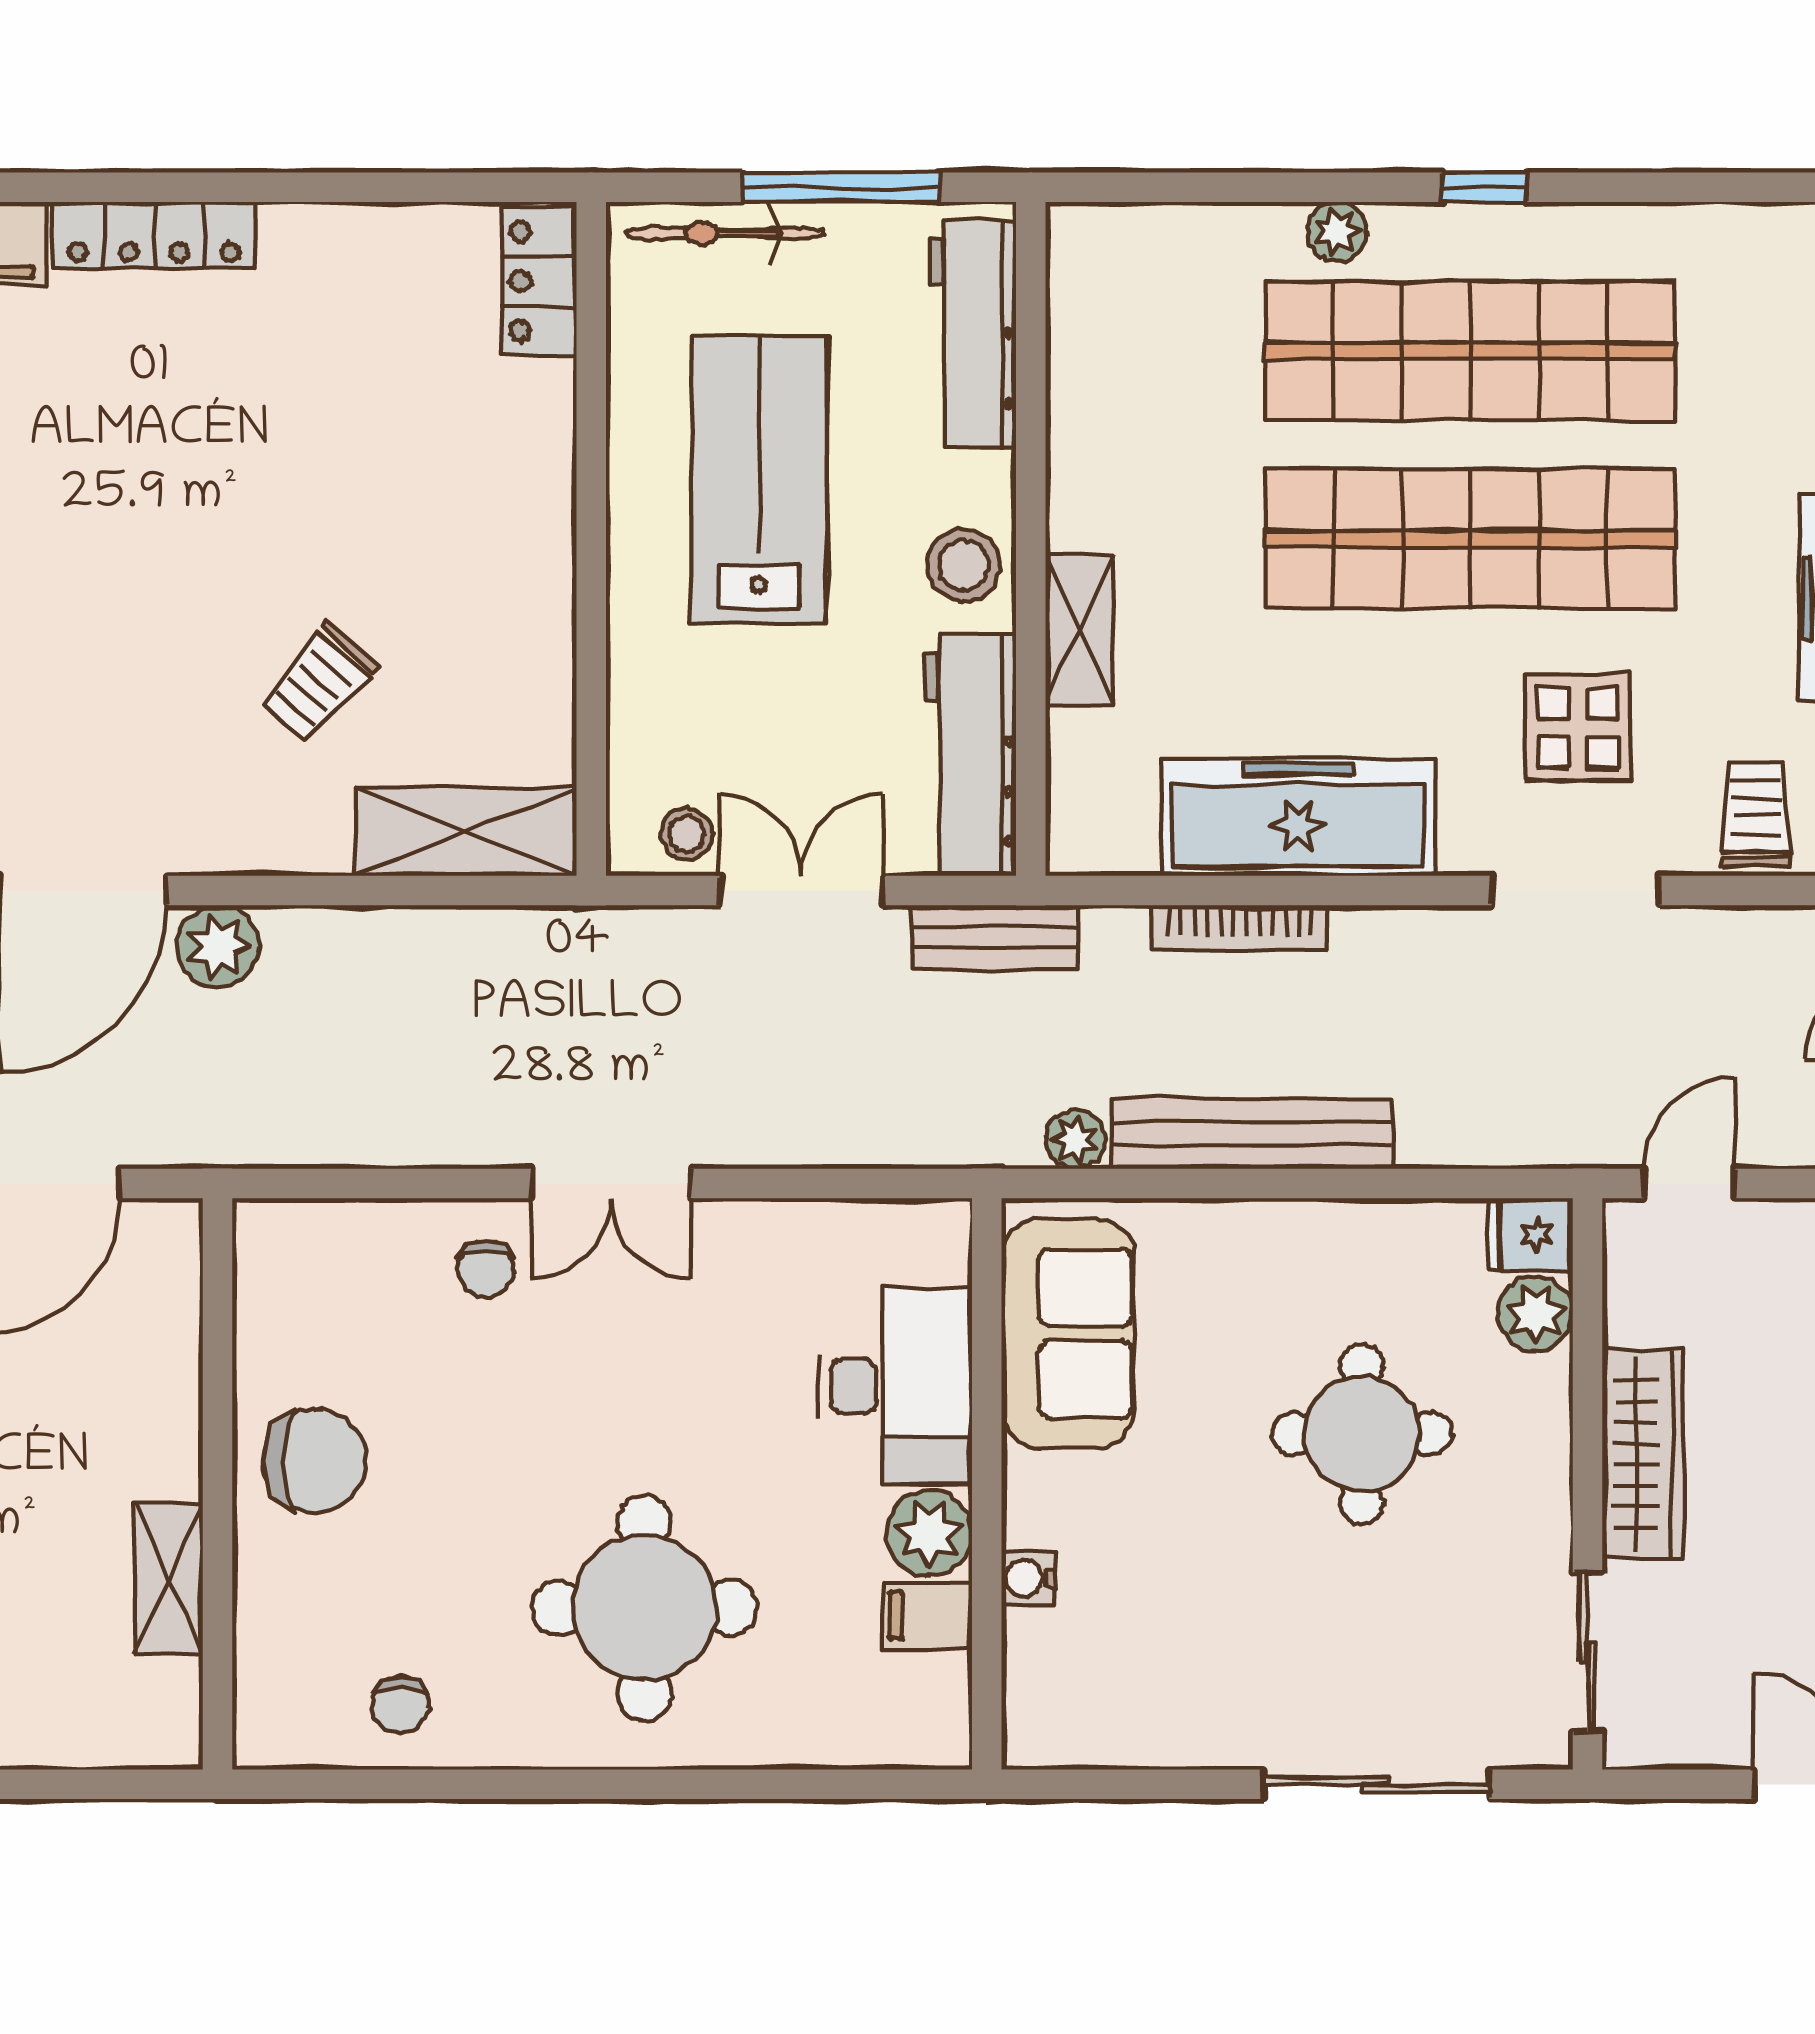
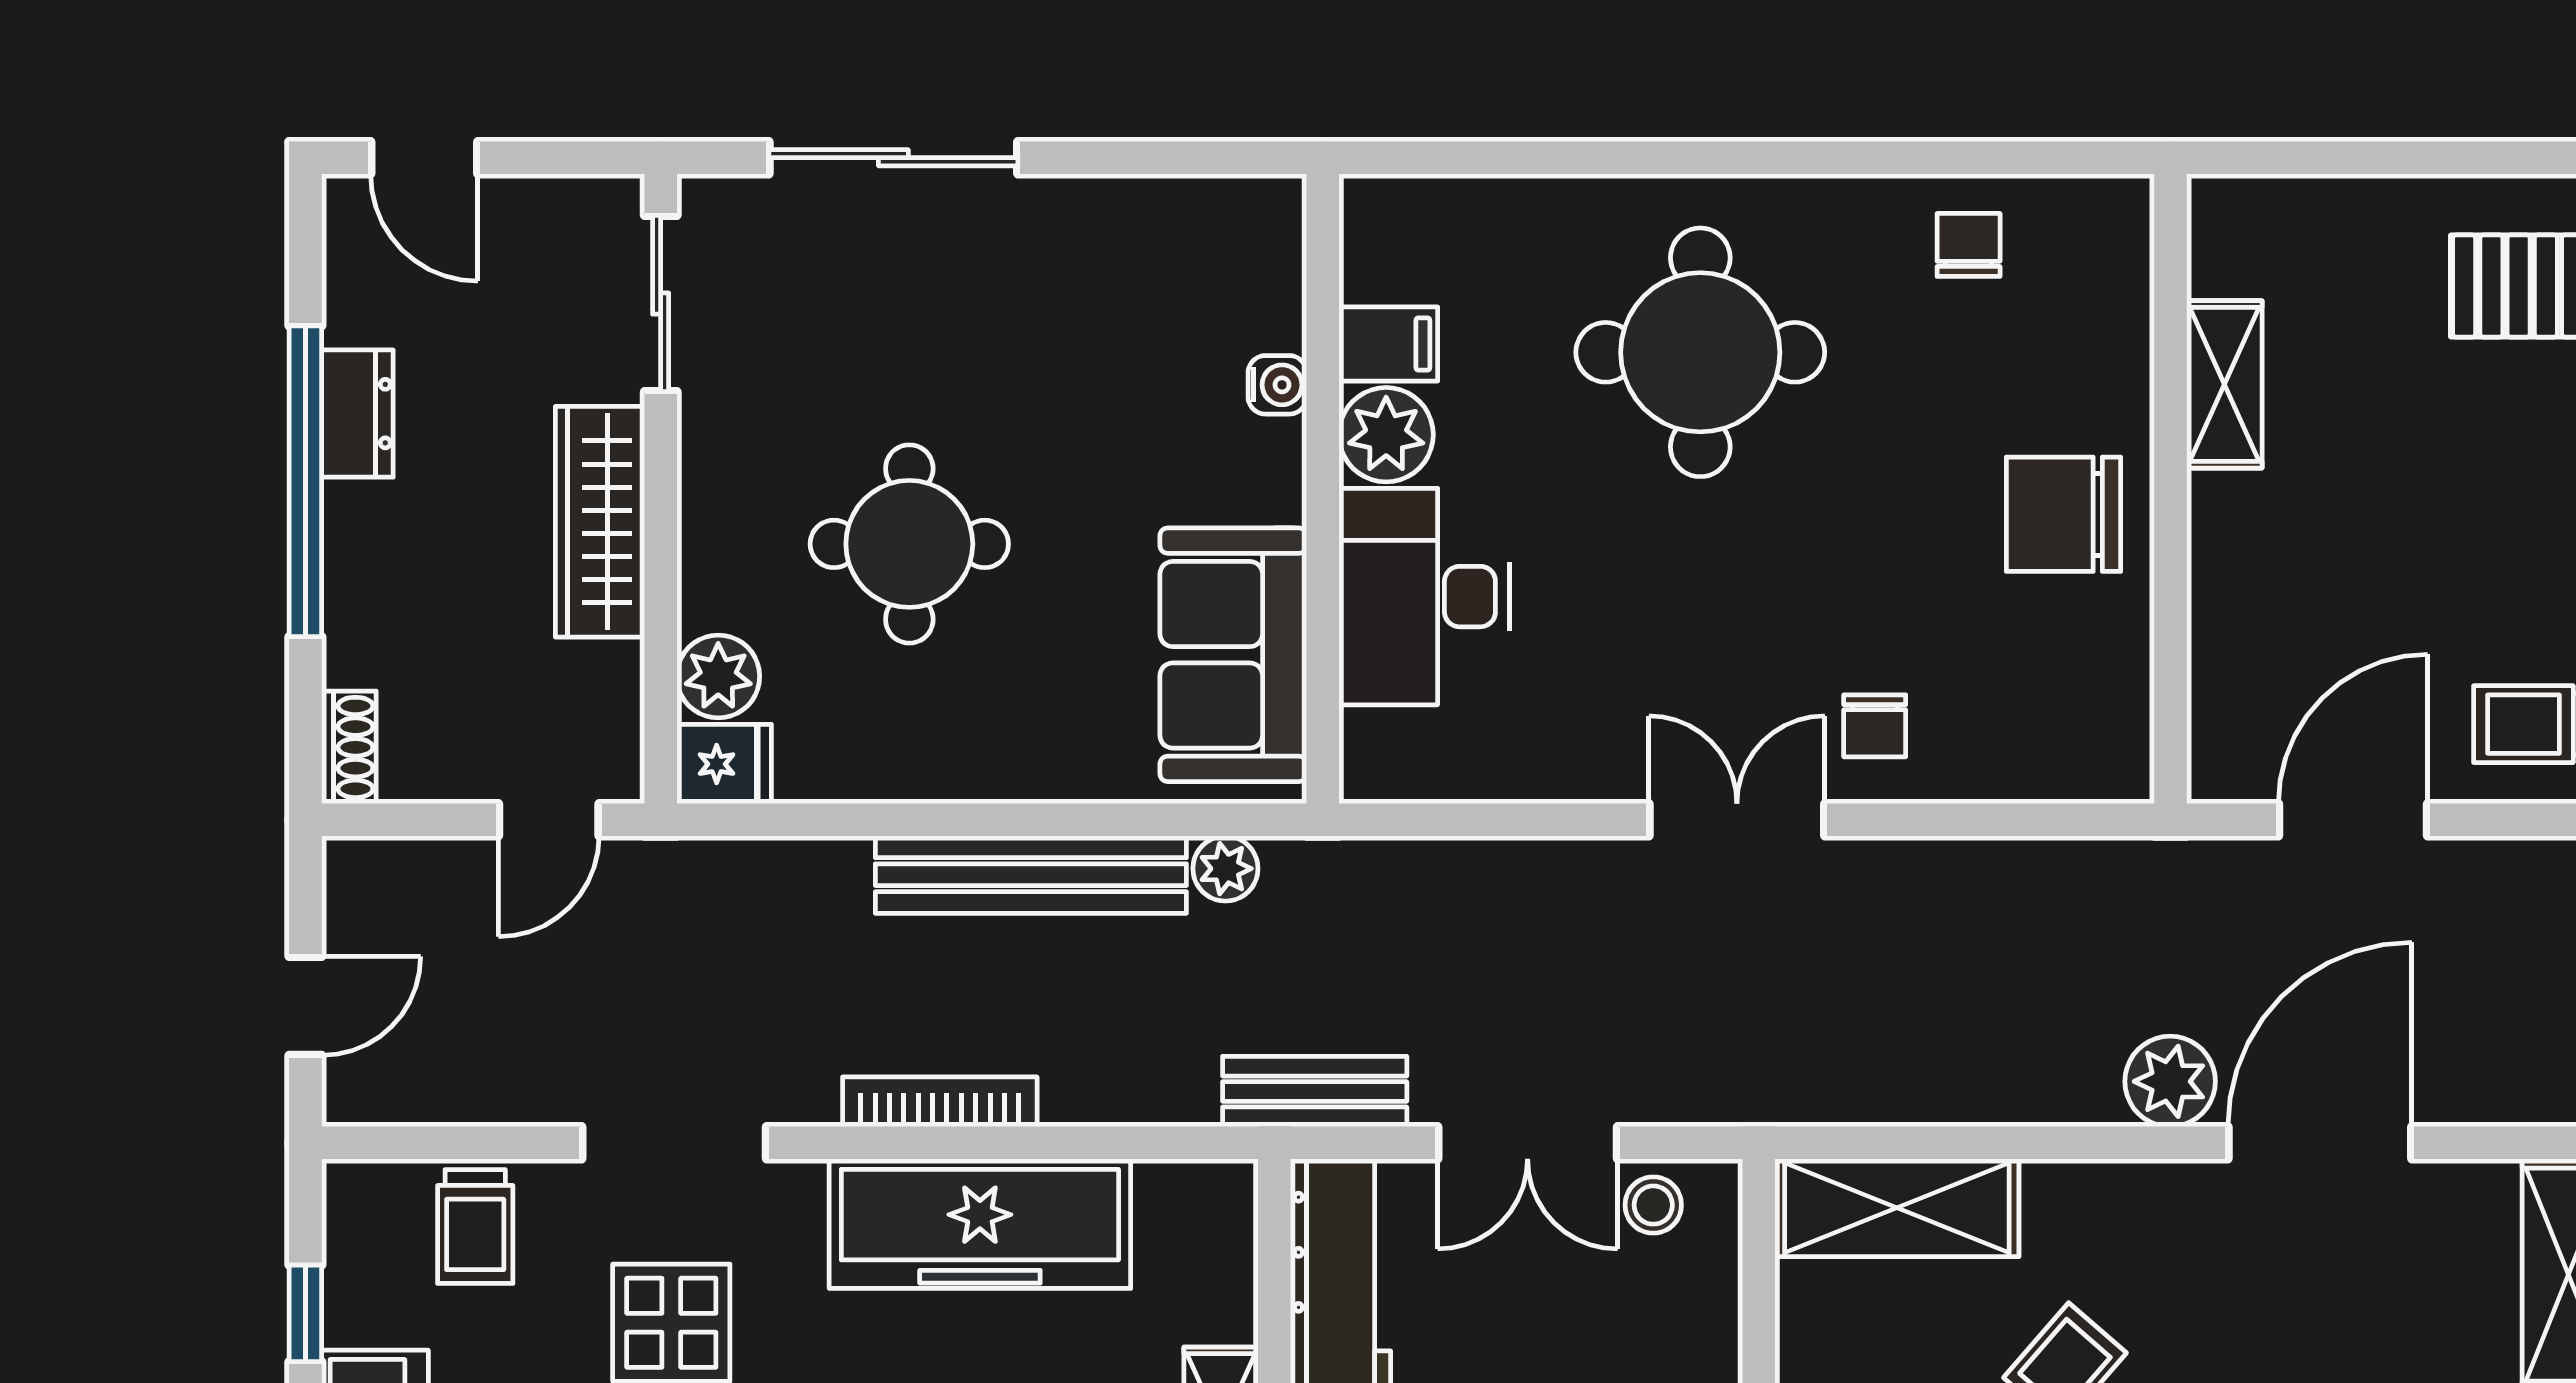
bookcase: (1240, 928) -> (940, 1102), moved
chair: (486, 1269) -> (1875, 726), turned 180

